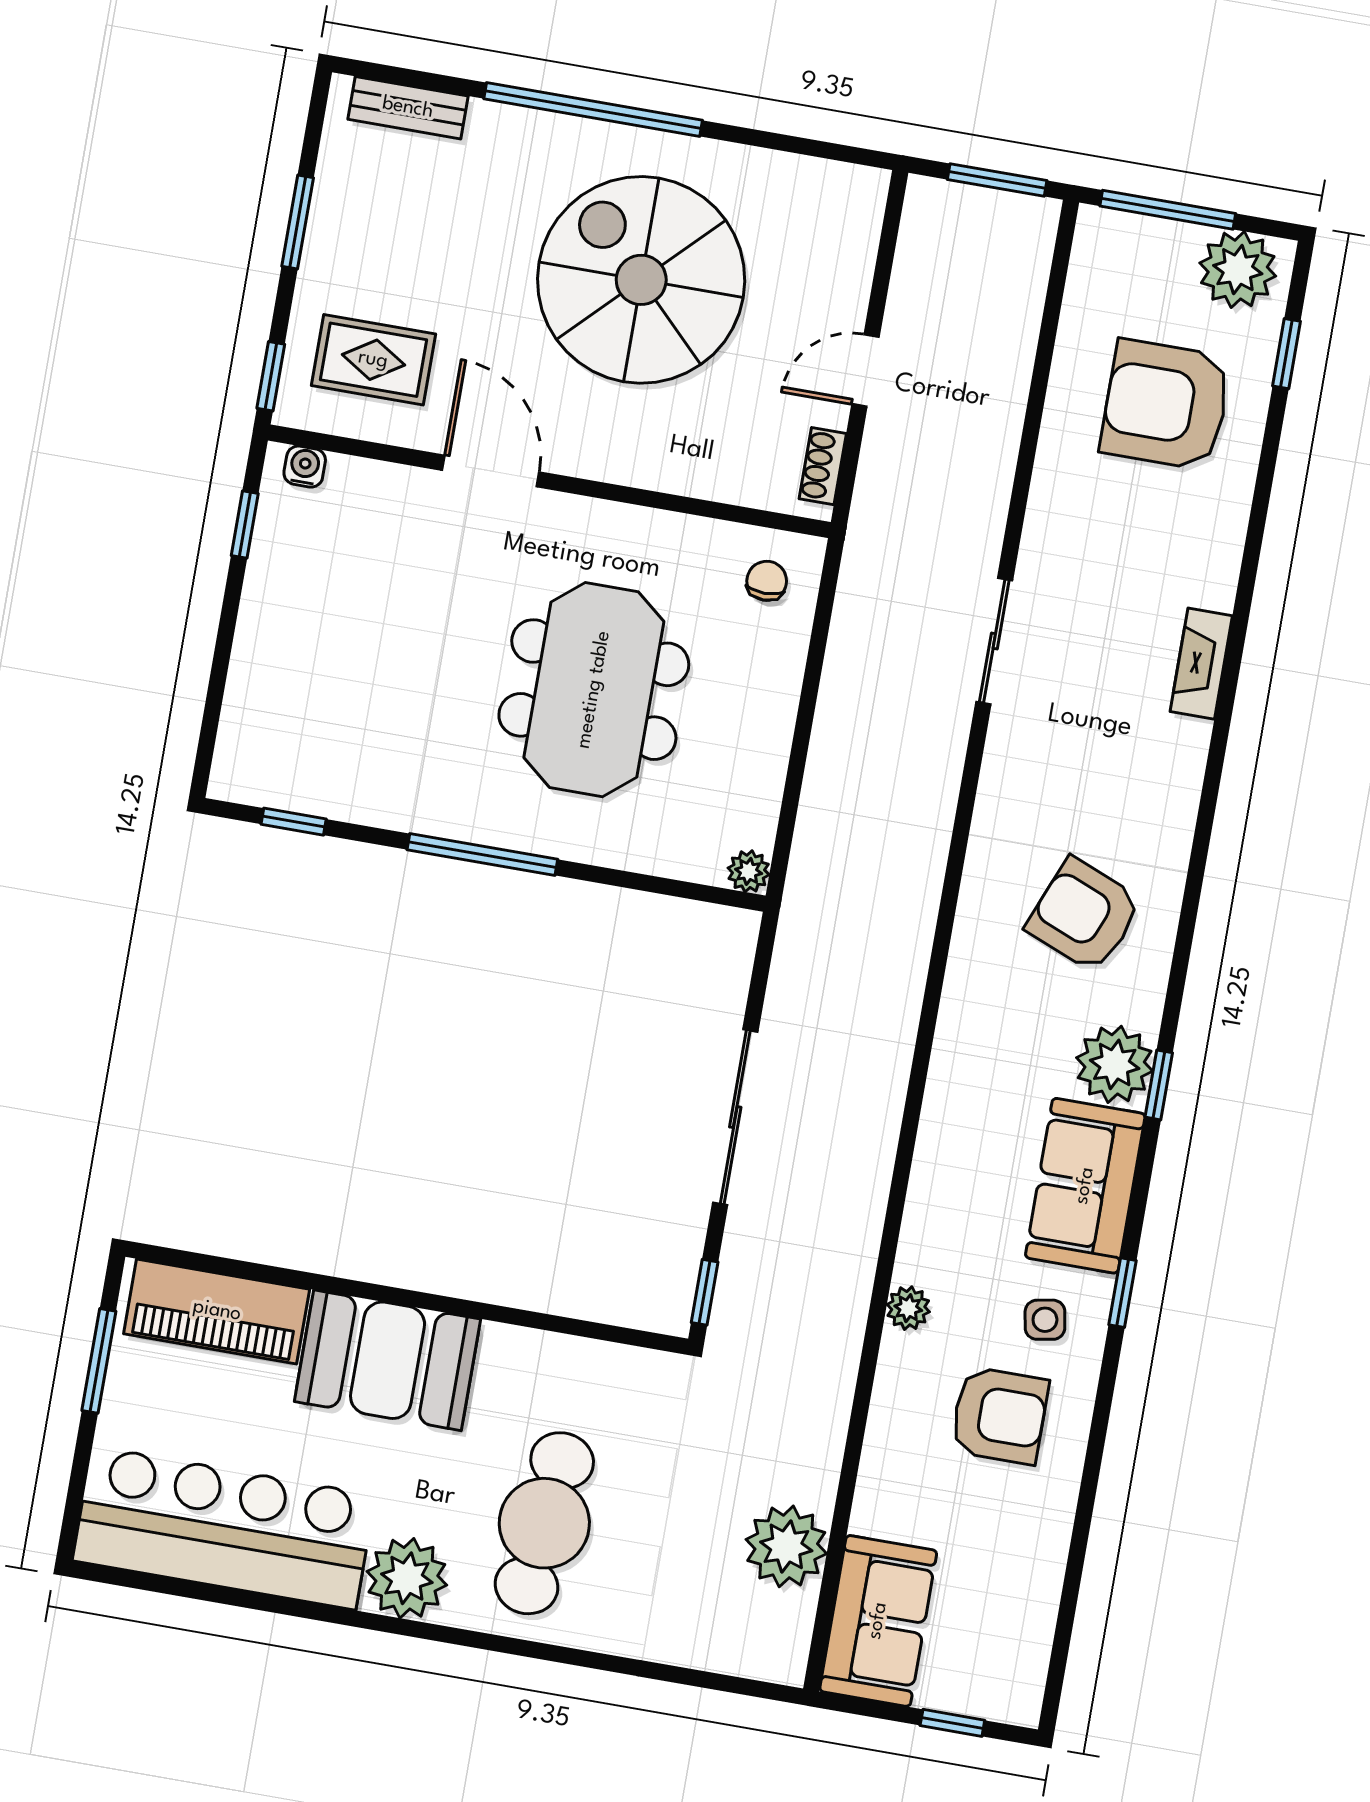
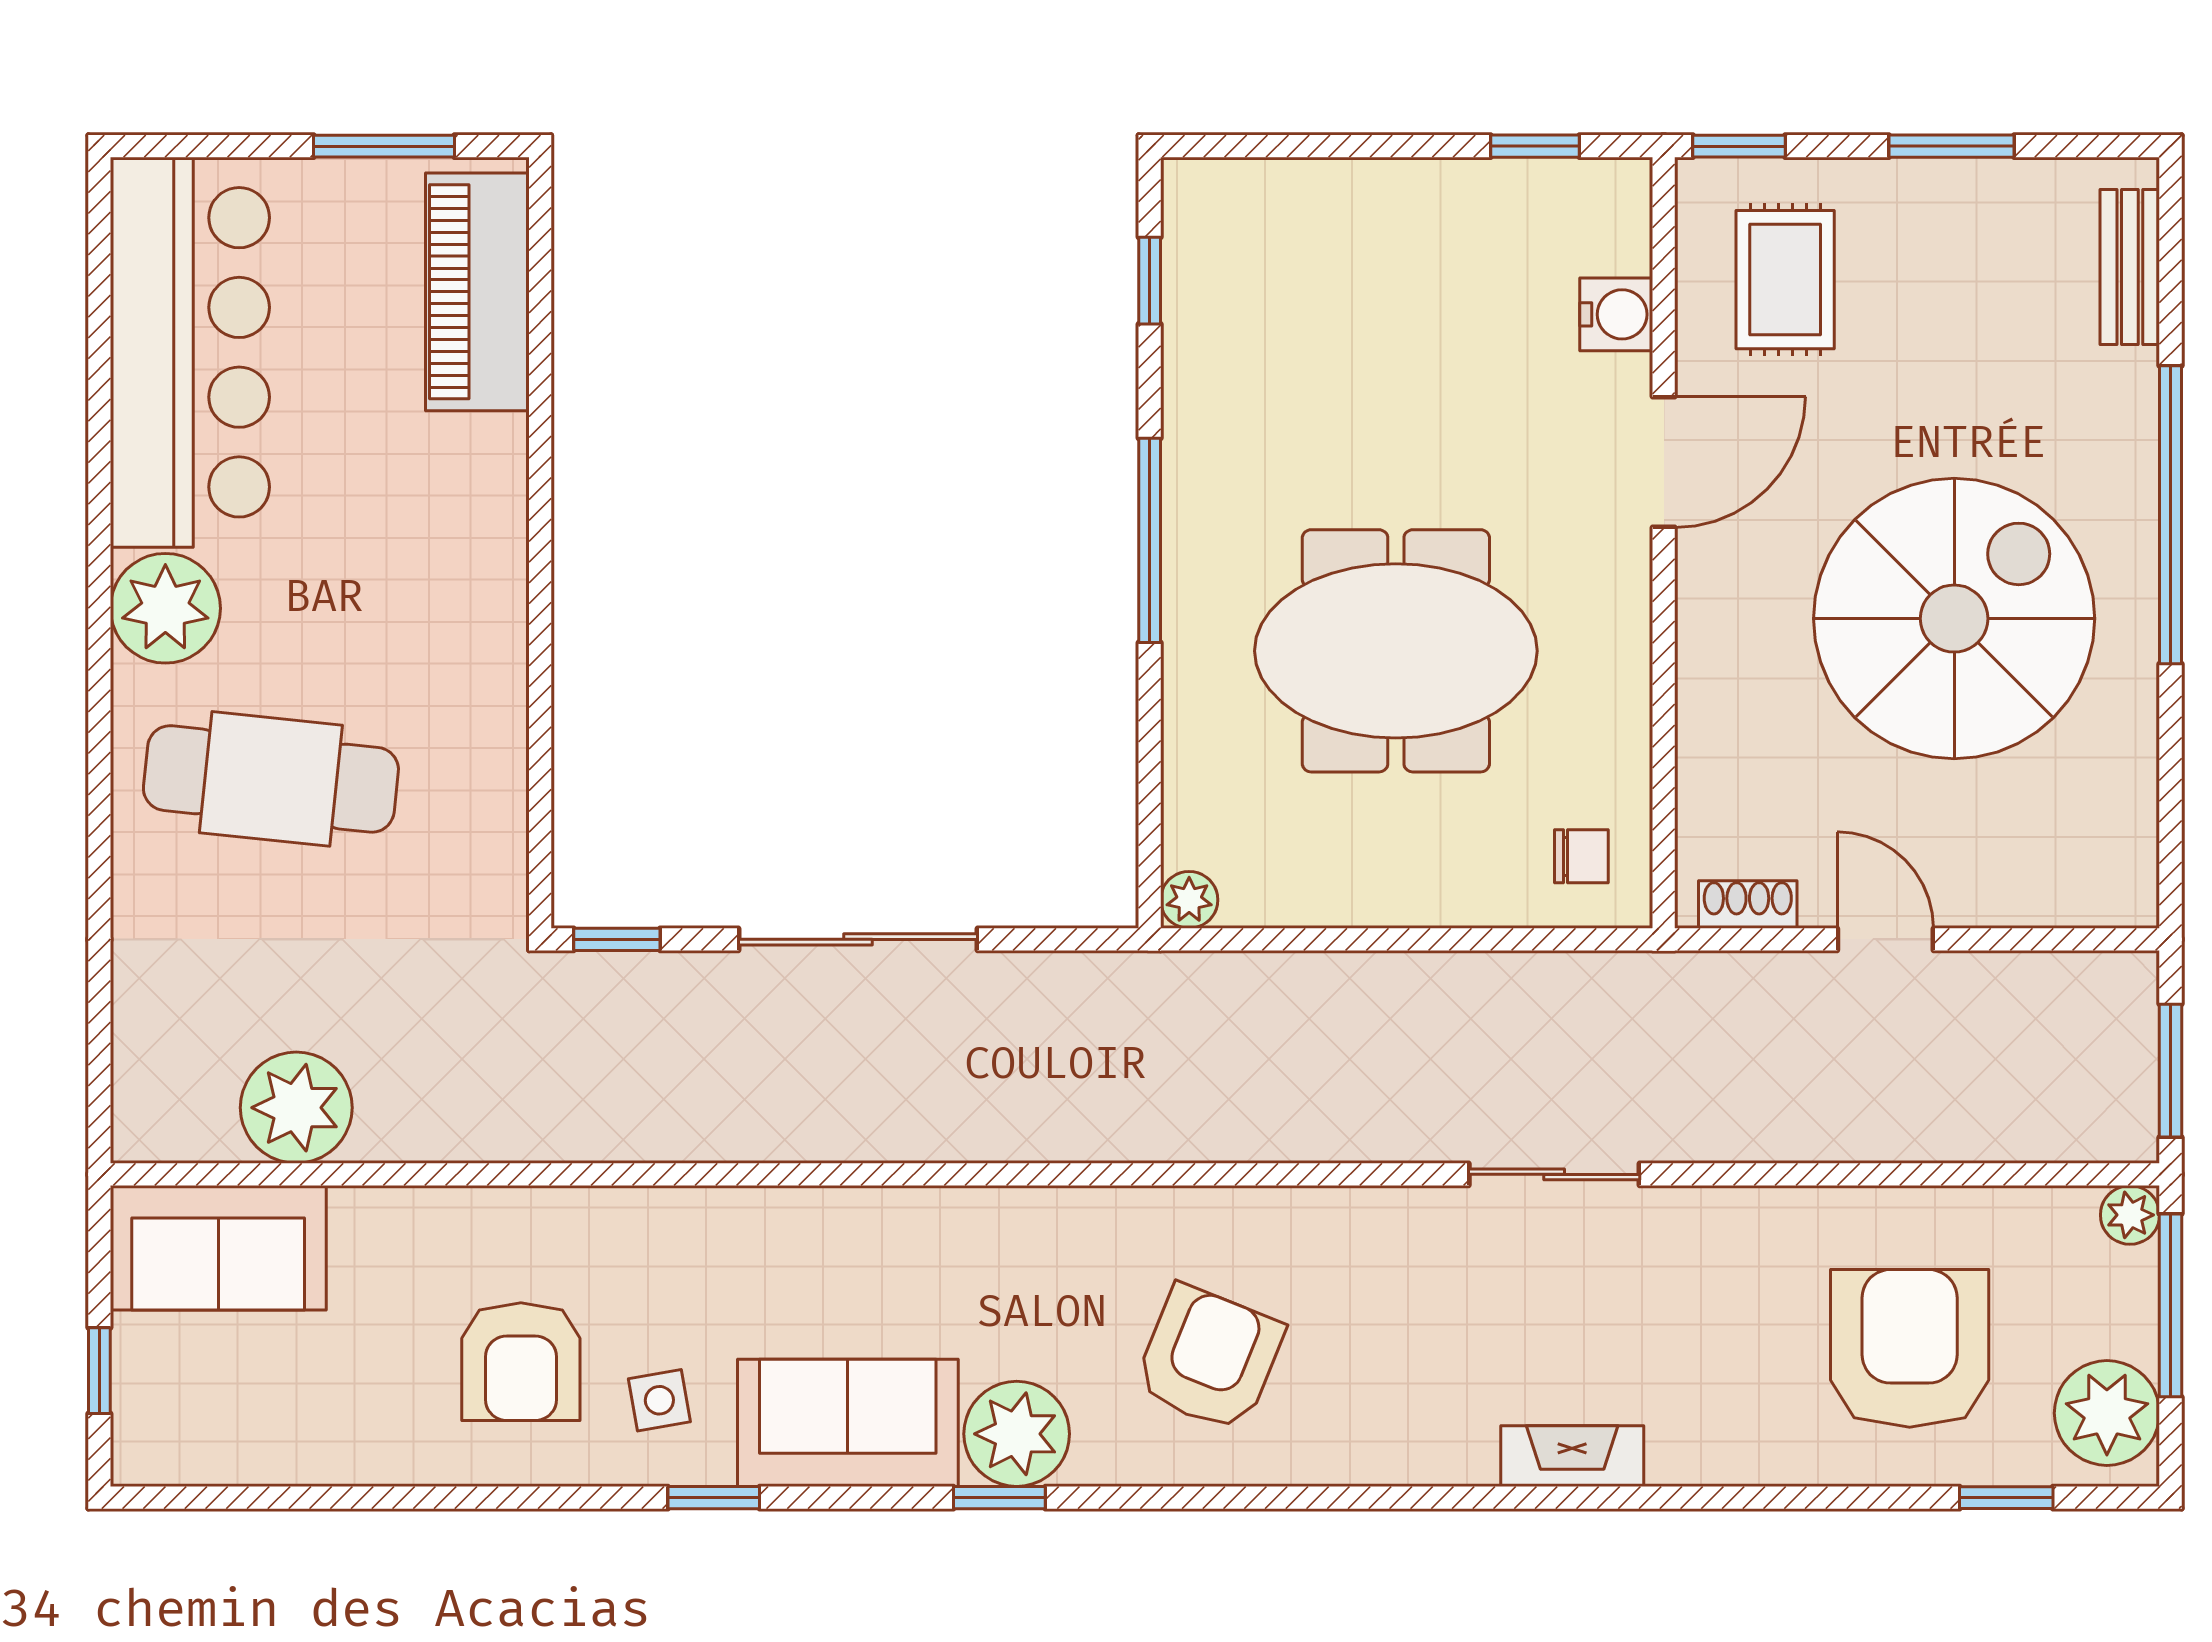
water cooler: (305, 467) -> (1616, 314), moved, width x1.38, depth x1.38
plant: (908, 1308) -> (2130, 1215), moved
booth: (388, 1360) -> (452, 532), removed

